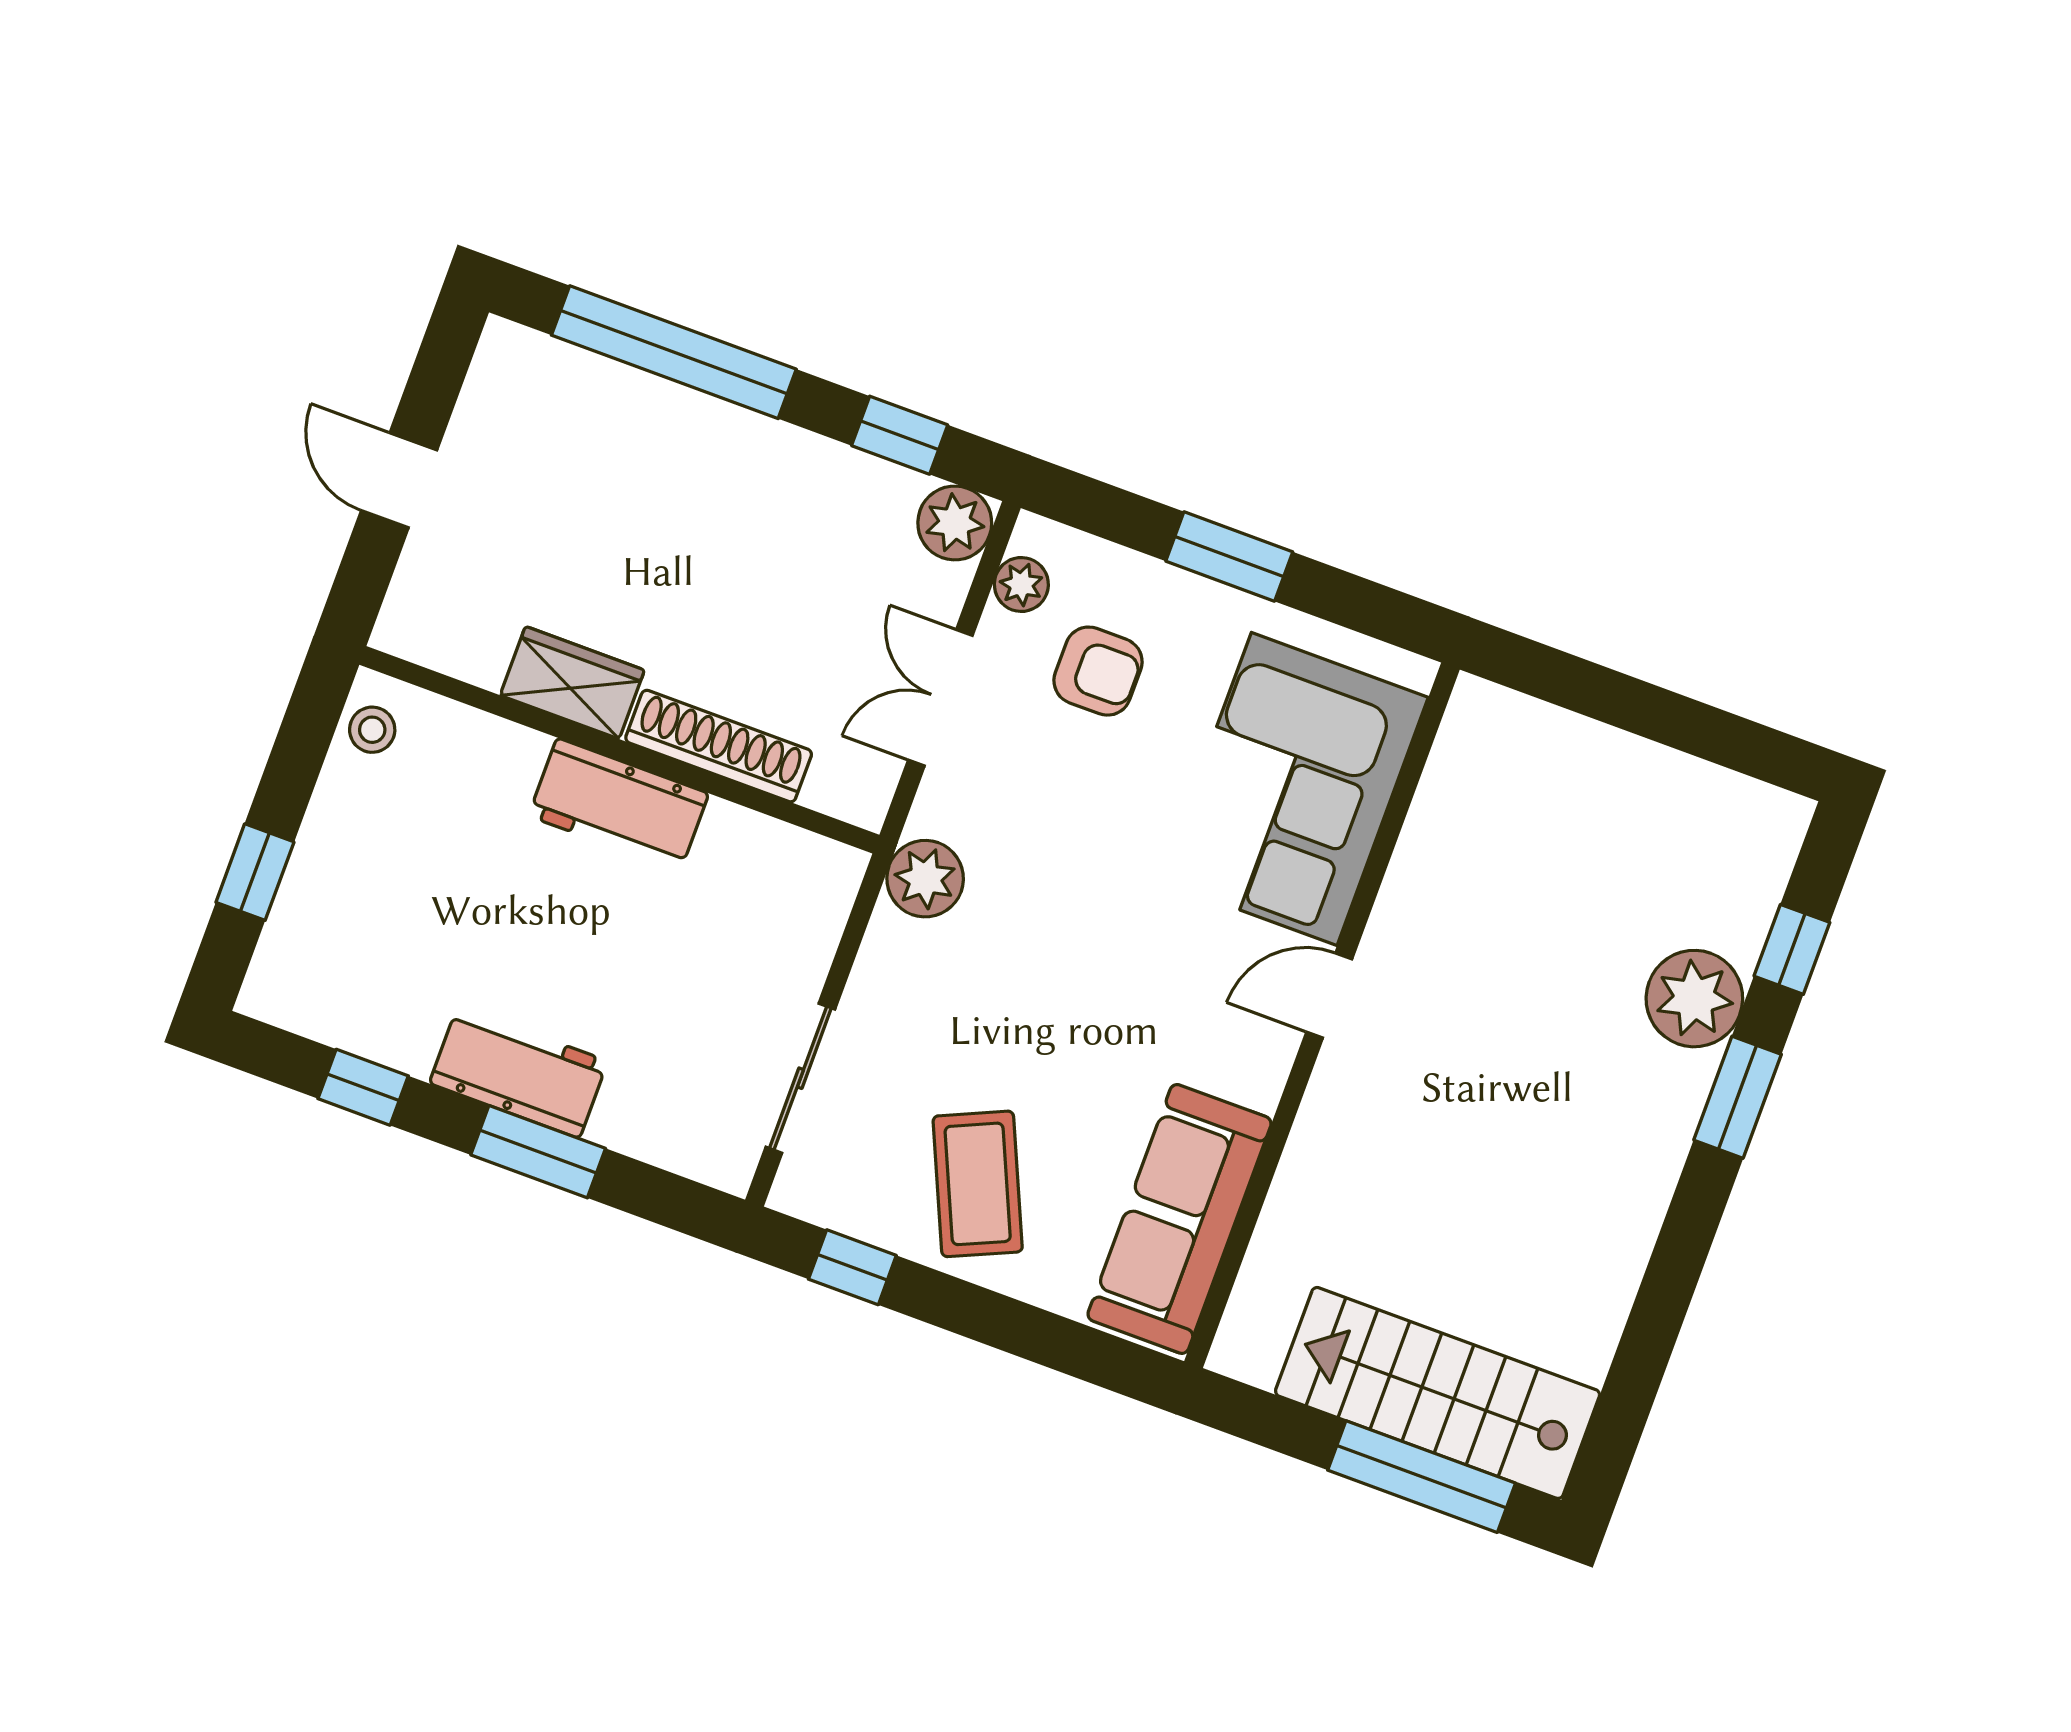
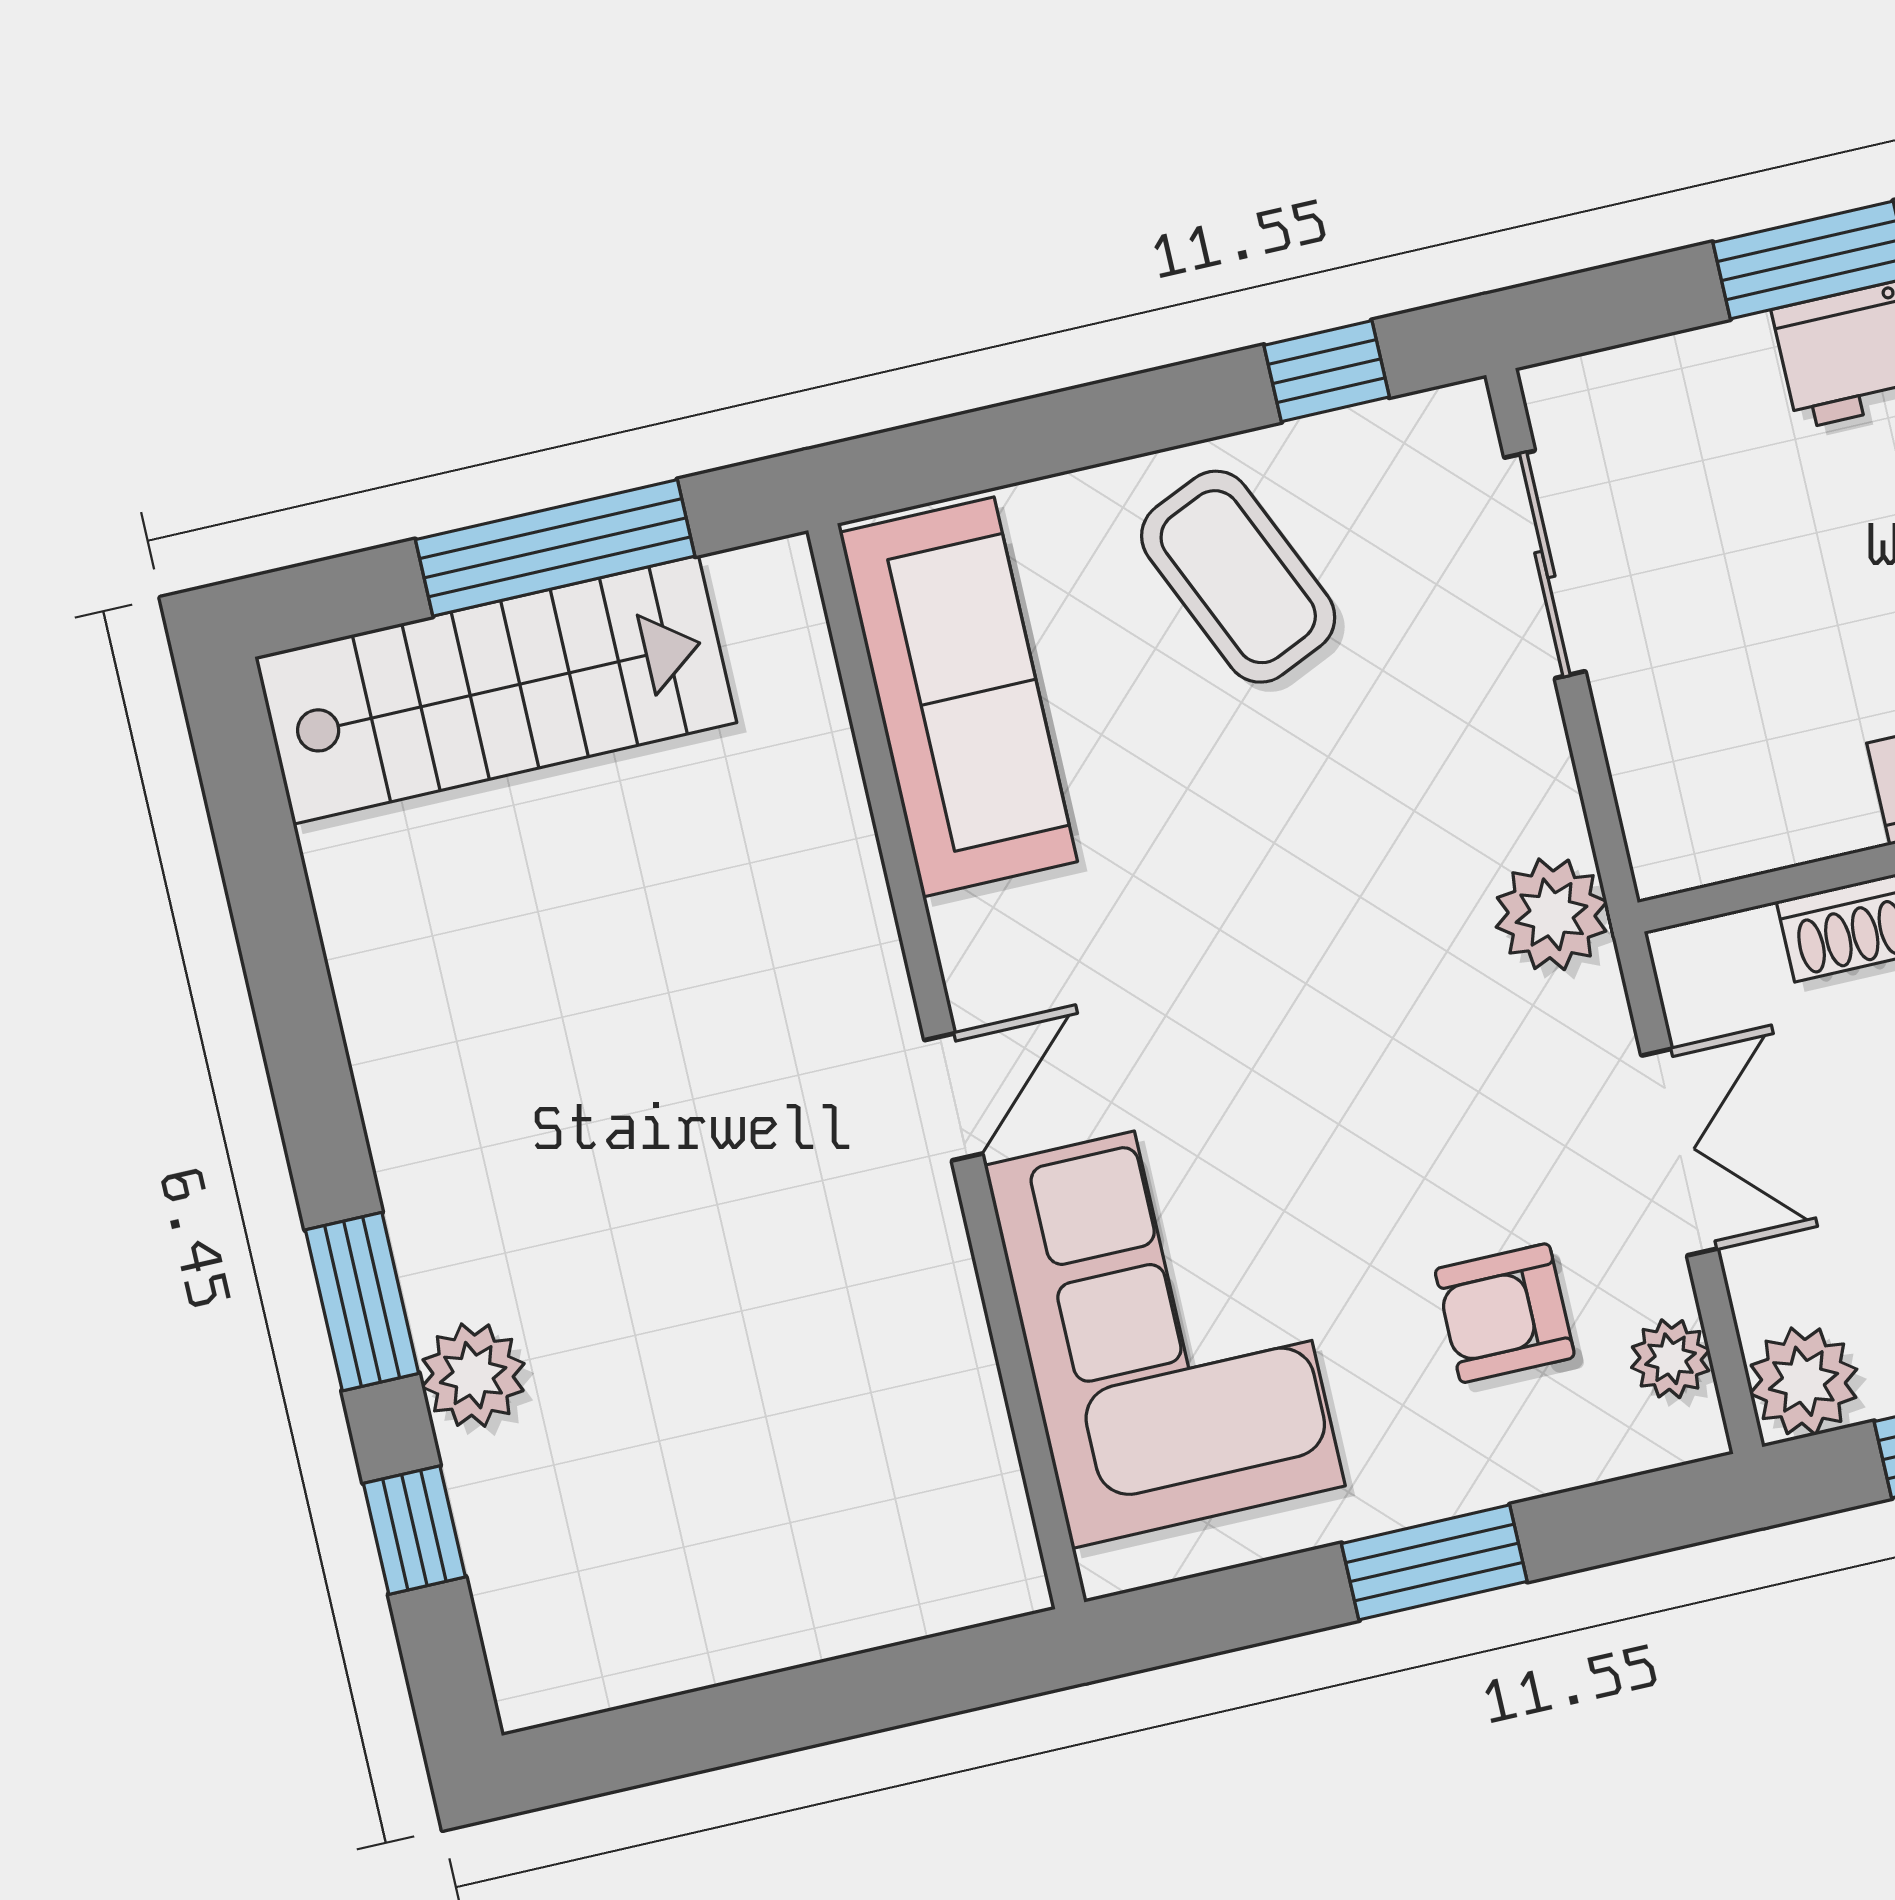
plant: (1694, 999) -> (473, 1375), width x0.73, depth x0.73
window: (1422, 1477) -> (555, 548), moved

